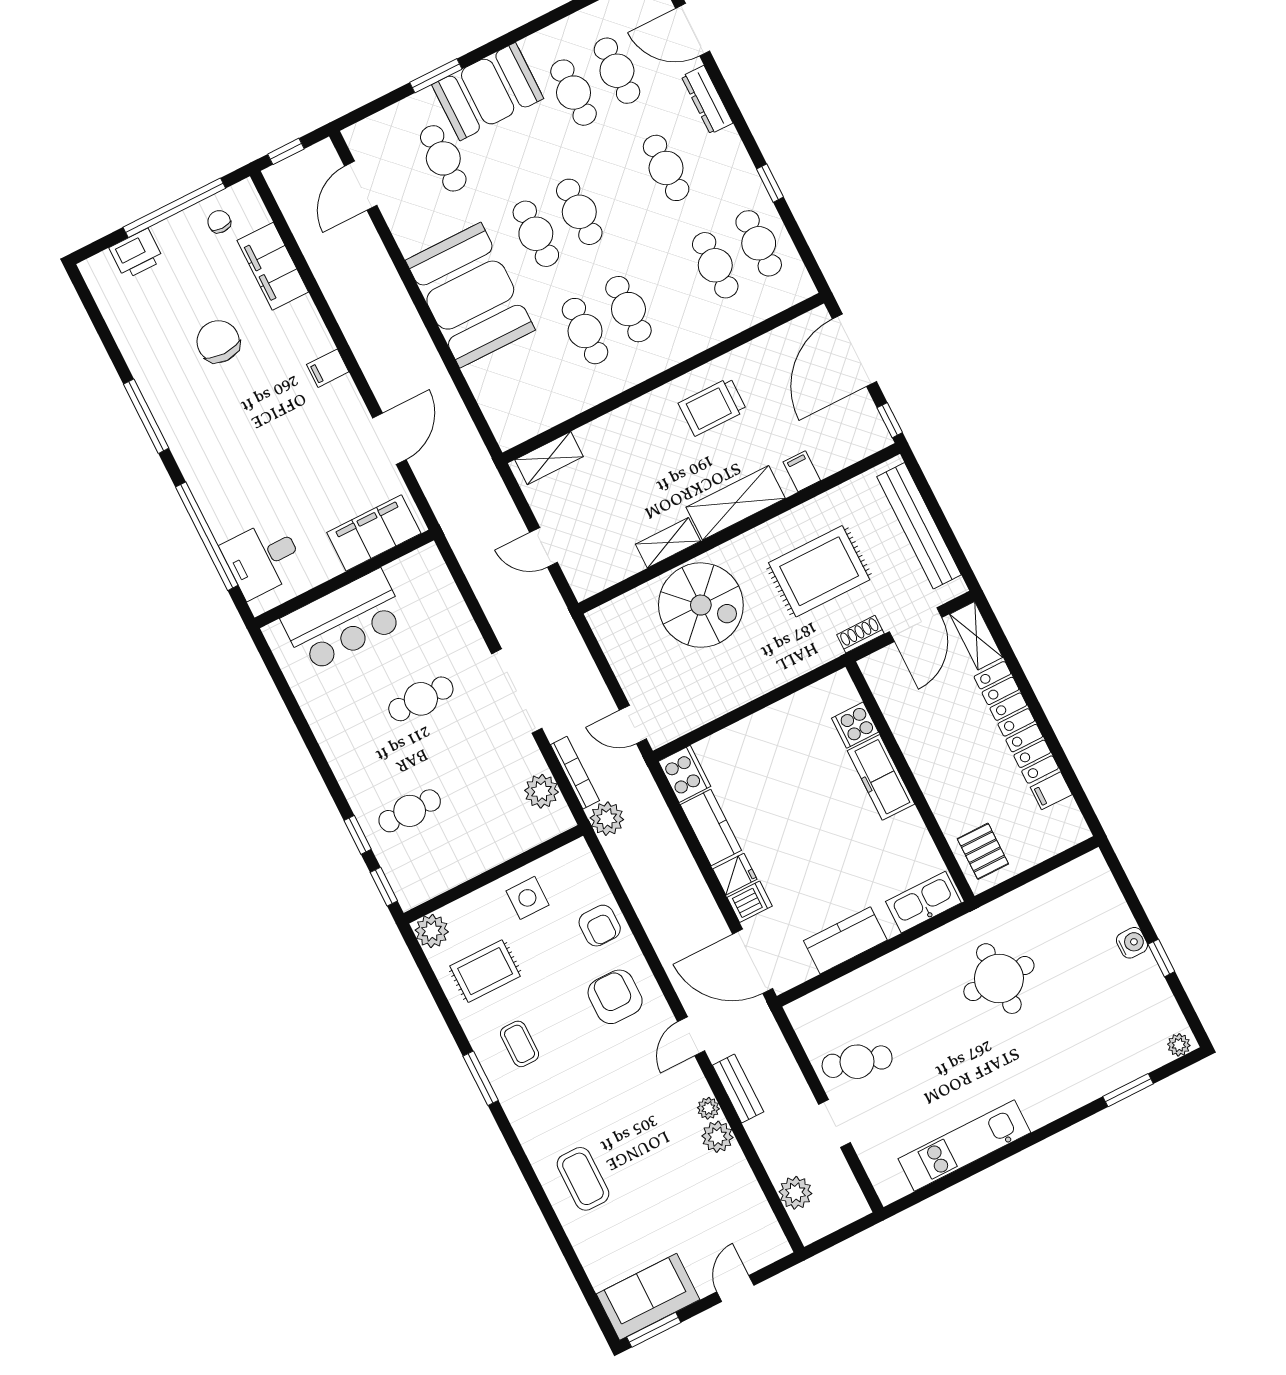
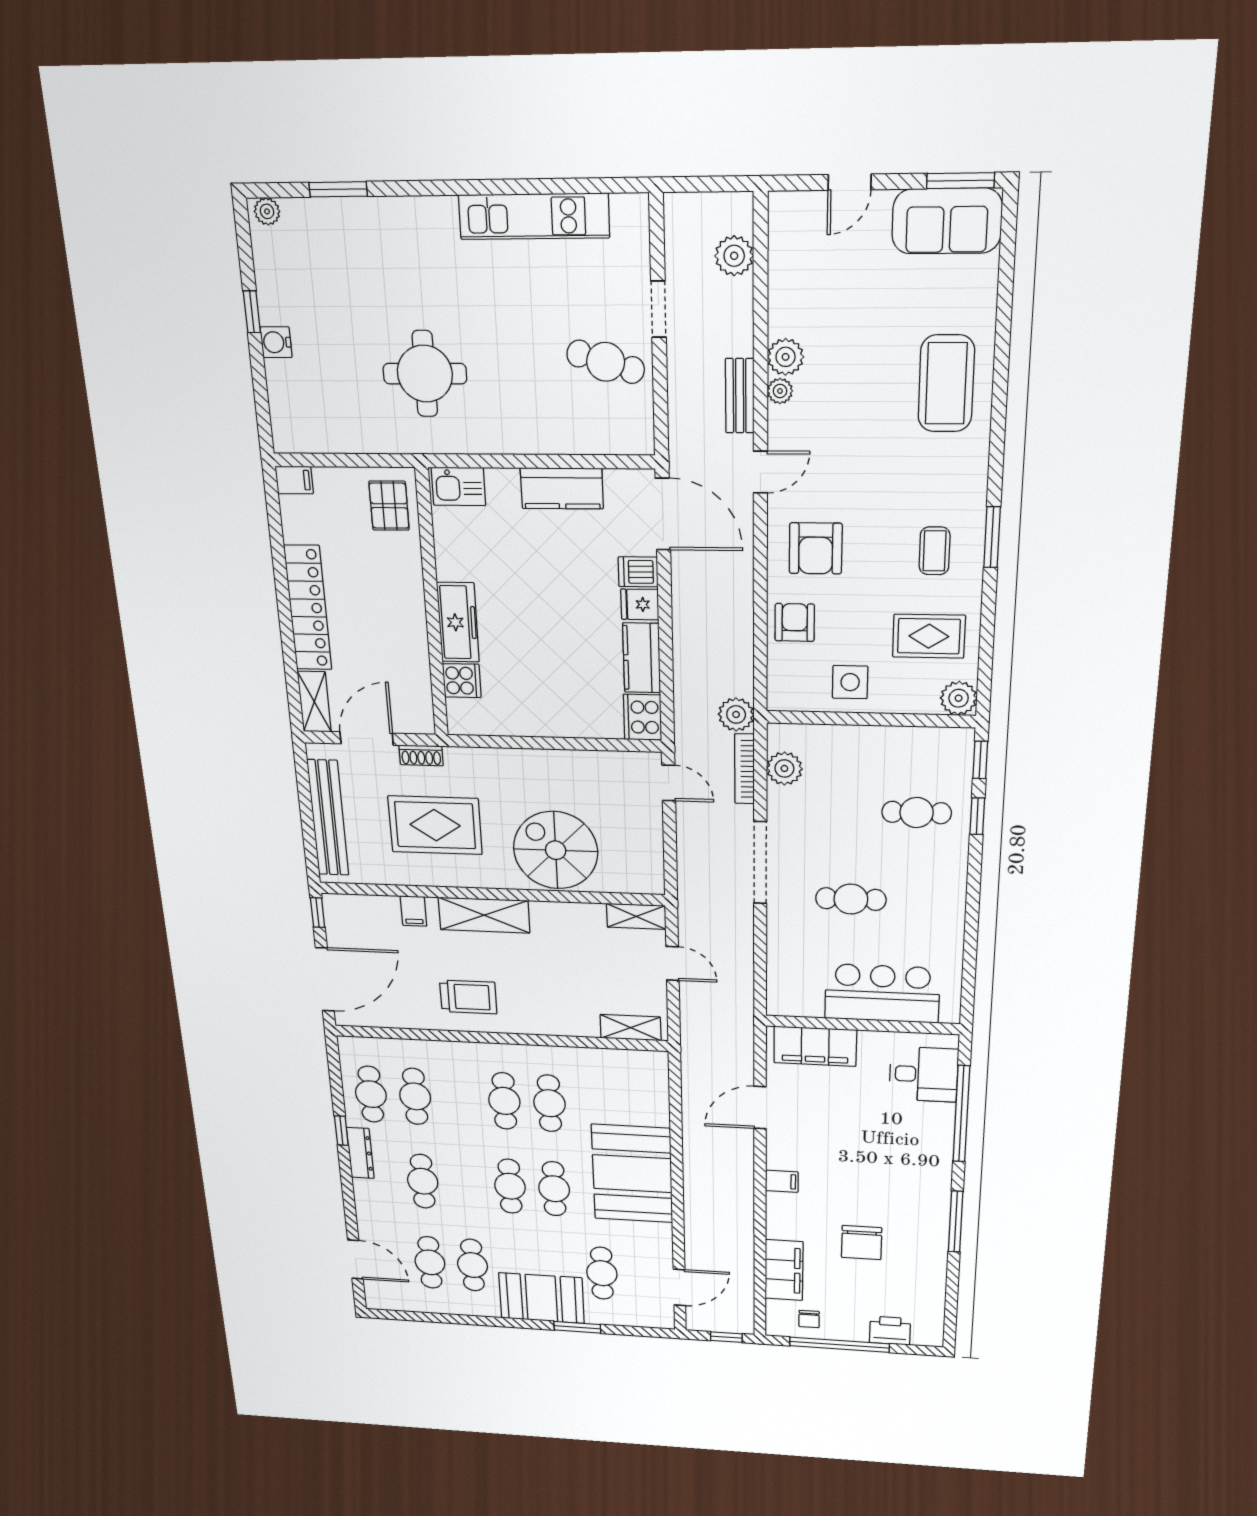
dresser: (707, 100) -> (360, 1153), moved
shelving: (668, 543) -> (636, 916), moved
filing cabinet: (1051, 791) -> (294, 480), moved
kitchen sink: (923, 902) -> (458, 486), width x0.73
coffee table: (583, 1179) -> (946, 383), width x1.36, depth x1.32

